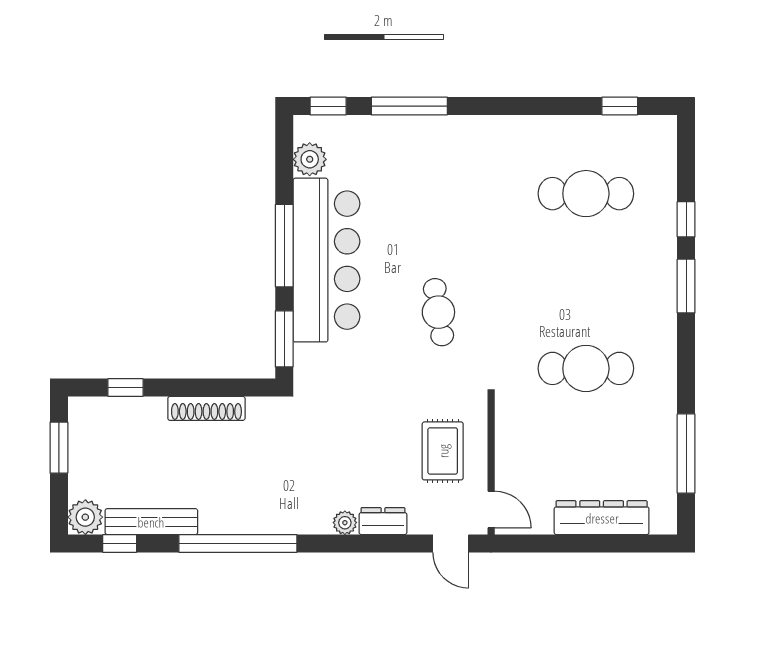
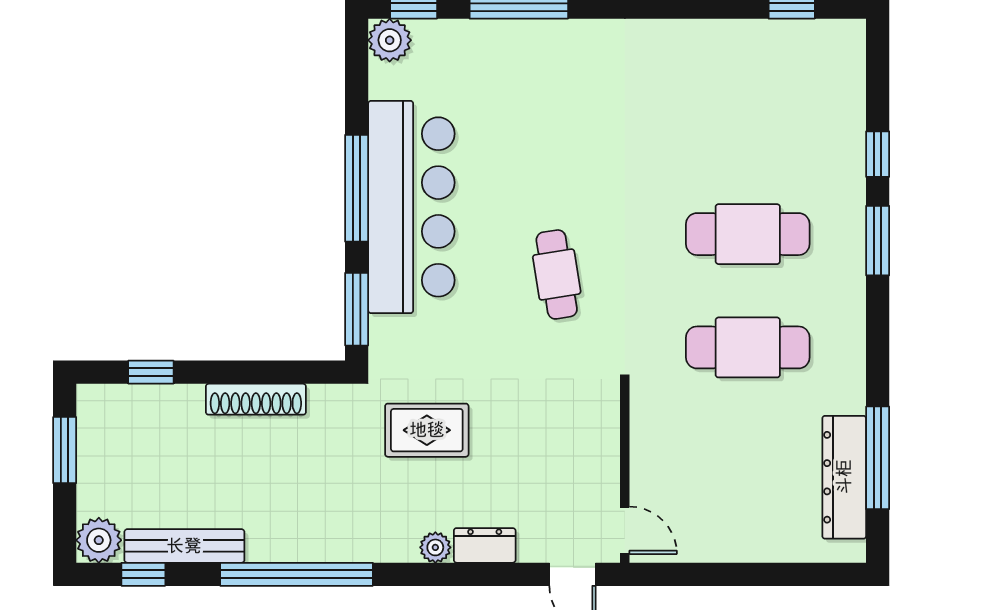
plant: (310, 159) -> (390, 40), moved
cafe table: (586, 194) -> (748, 234), moved
rug: (443, 451) -> (427, 430), moved, turned 90
dresser: (602, 518) -> (844, 477), moved, turned -90

